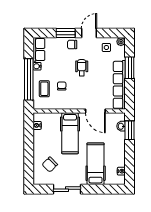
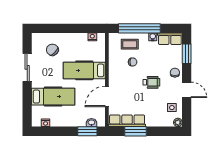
window: (66, 33) -> (187, 54), moved
window: (130, 68) -> (136, 131), moved
row of seats: (119, 85) -> (127, 121), width x0.73

